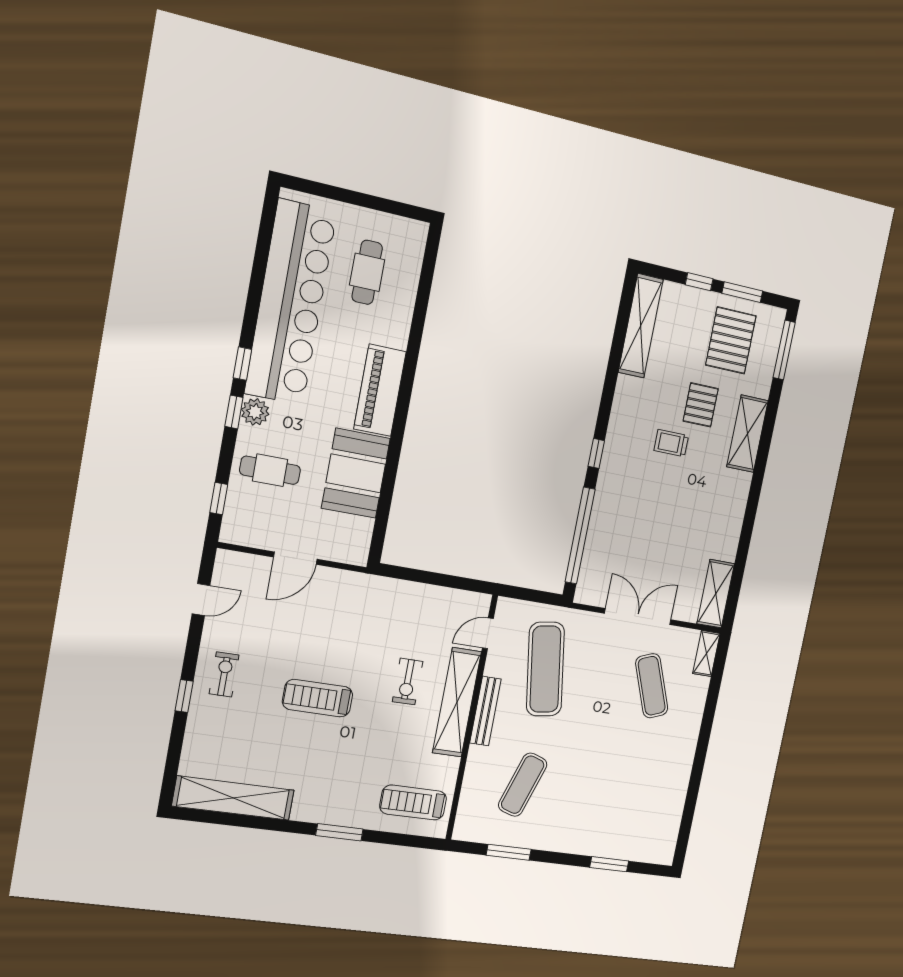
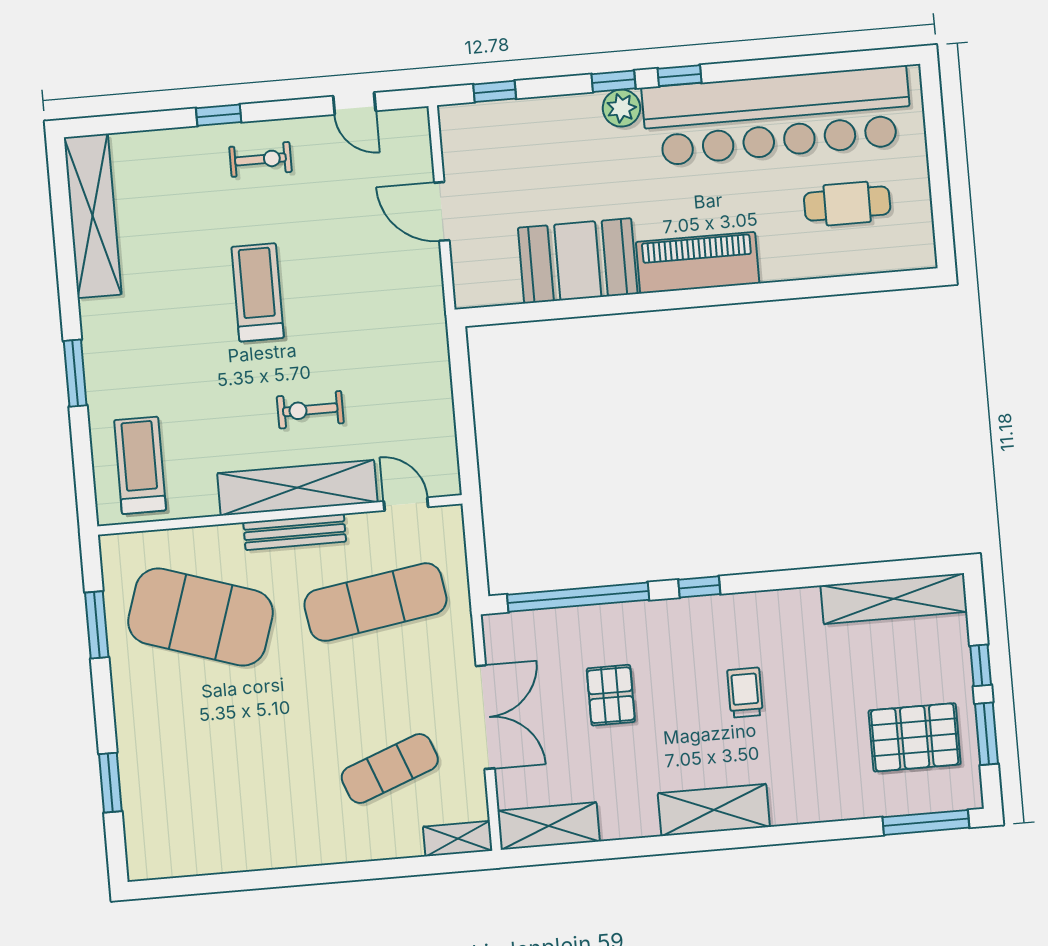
pallet: (701, 405) -> (611, 695), moved, turned 90
shelving: (747, 434) -> (714, 810), moved
cafe table: (270, 470) -> (550, 147), removed
exercise mat: (523, 785) -> (200, 617), width x2.00, depth x1.45

